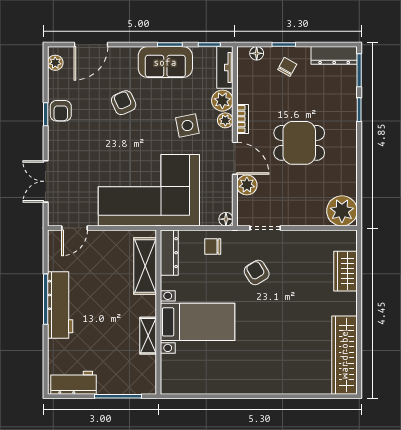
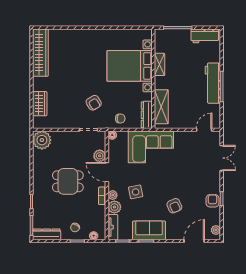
corner sofa: (149, 190) -> (151, 147), width x0.73, depth x0.74
bed with nightstands: (197, 322) -> (130, 66), width x1.36

